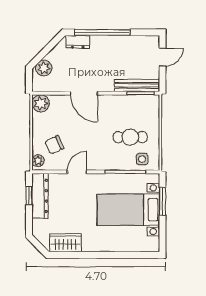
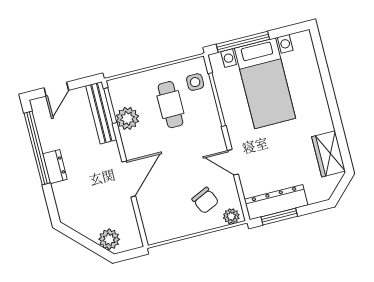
window: (102, 32) -> (37, 148), moved
dresser: (78, 42) -> (55, 167), moved
door: (162, 57) -> (56, 89), swing flipped
plant: (41, 103) -> (127, 118), moved
window: (29, 196) -> (279, 217), width x1.50
window: (162, 201) -> (243, 42), width x1.44

